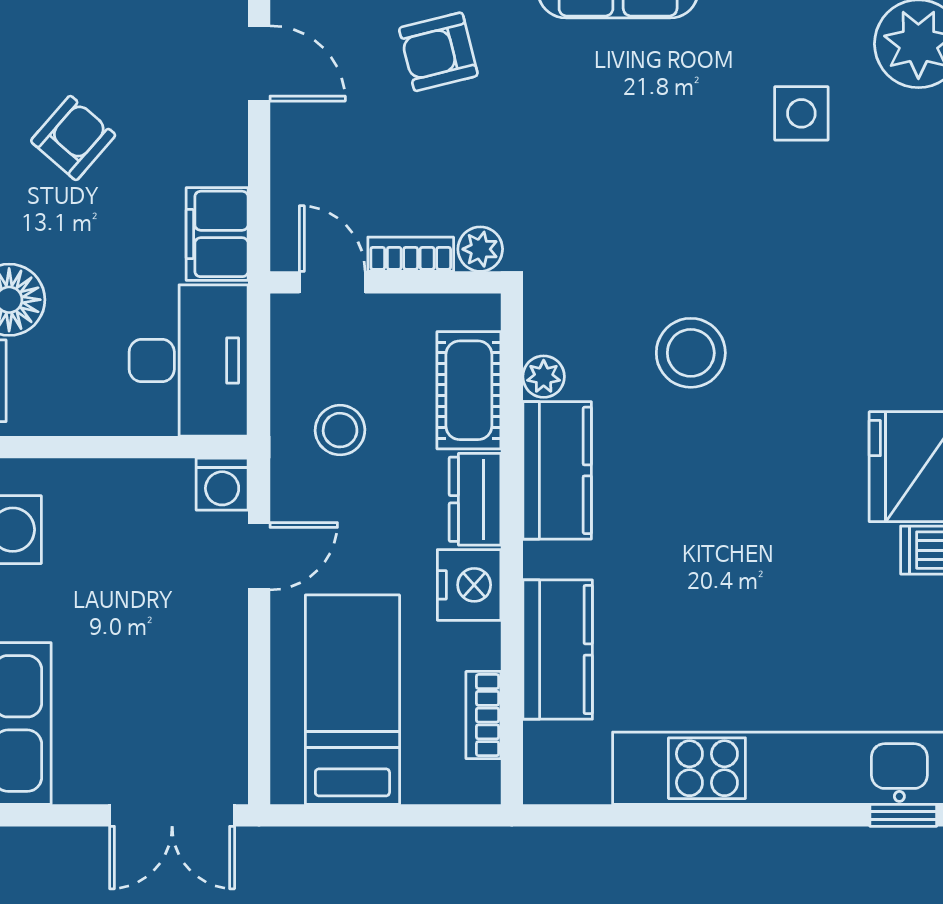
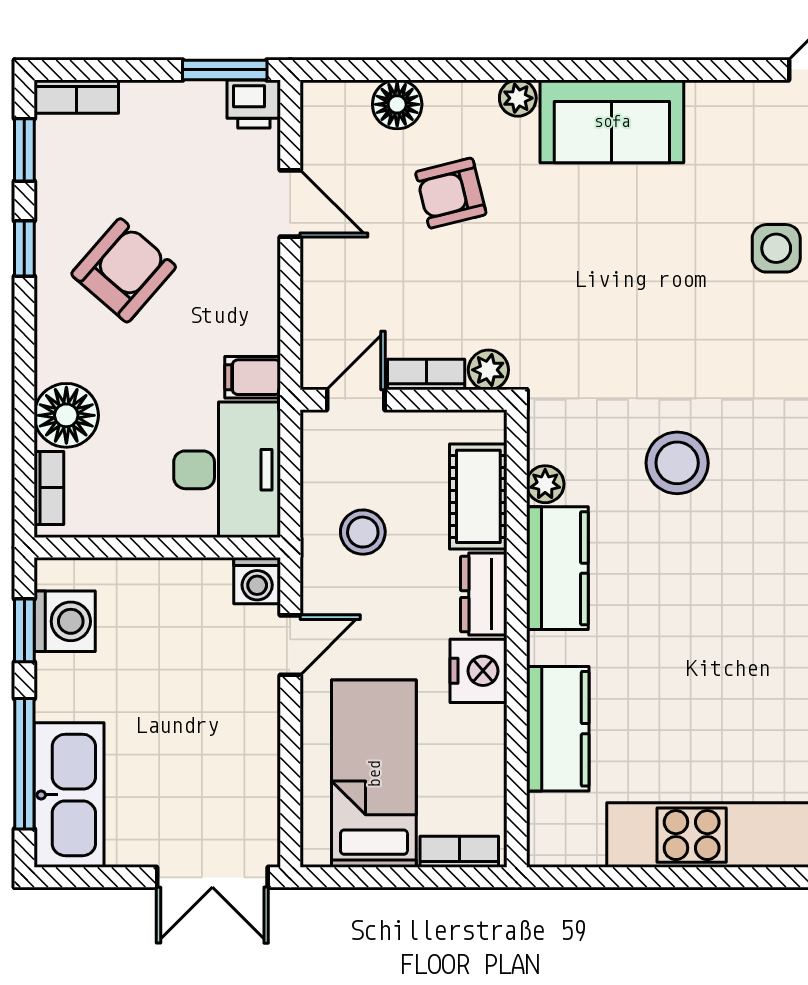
armchair: (73, 138) -> (124, 270), width x1.38, depth x1.38
filing cabinet: (217, 234) -> (253, 377), width x0.50
door: (332, 282) -> (356, 400), hinge flipped
bookcase: (483, 715) -> (459, 852), moved, turned 90

